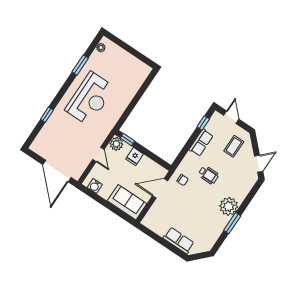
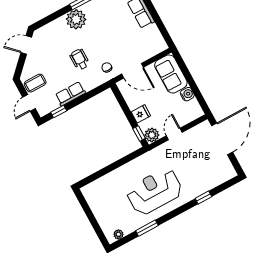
coffee table: (234, 146) -> (35, 83), moved
water cooler: (95, 186) -> (187, 94), moved

